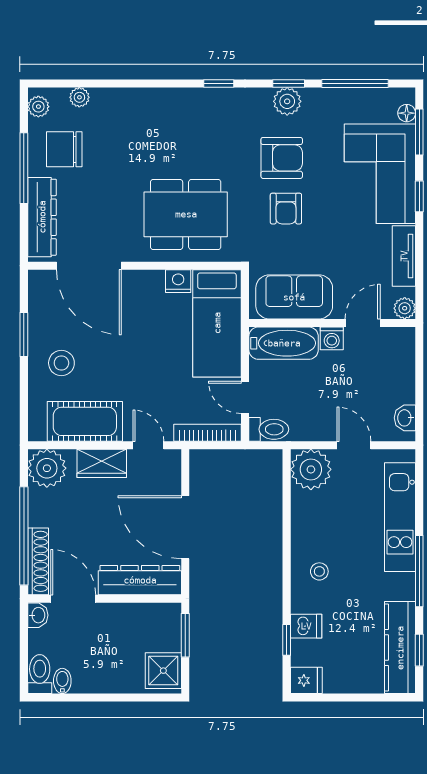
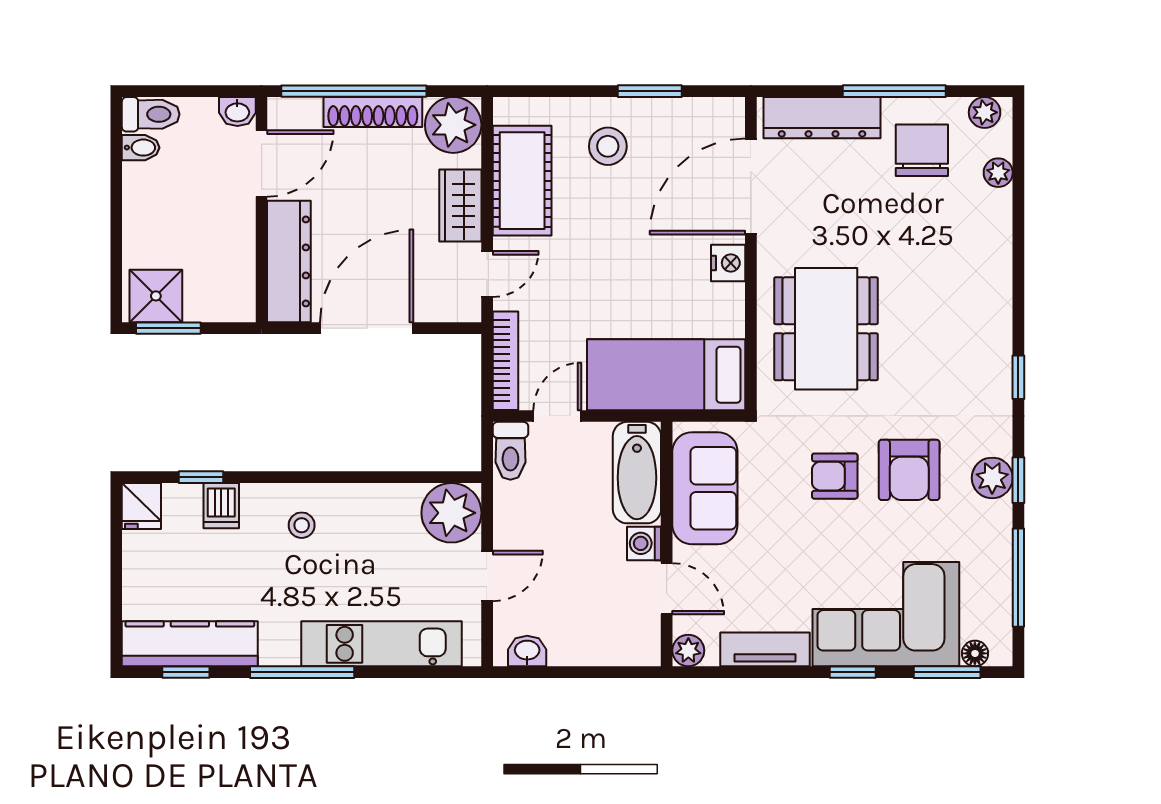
nightstand: (178, 281) -> (728, 263), moved
shoe rack: (38, 561) -> (373, 112), moved
window: (185, 635) -> (168, 328), moved

